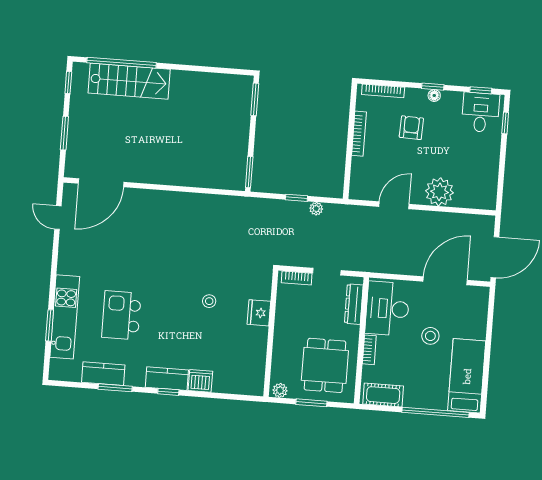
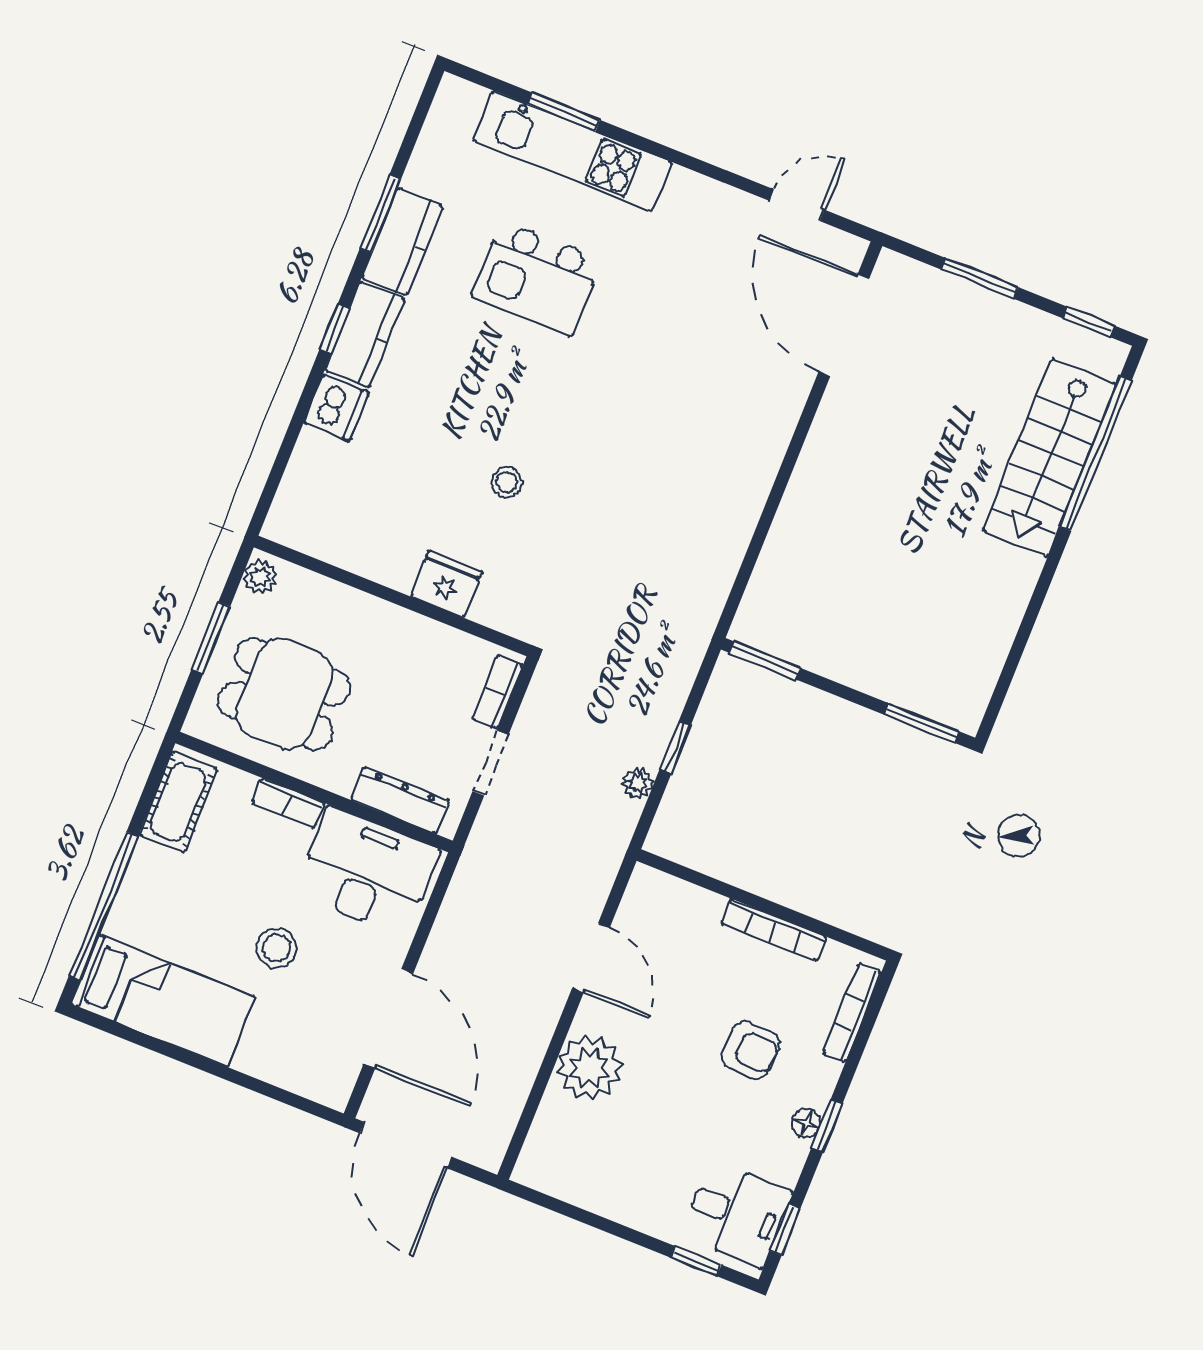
kitchen island: (121, 315) -> (537, 278), turned 180
kitchen counter: (103, 374) -> (402, 242), moved

